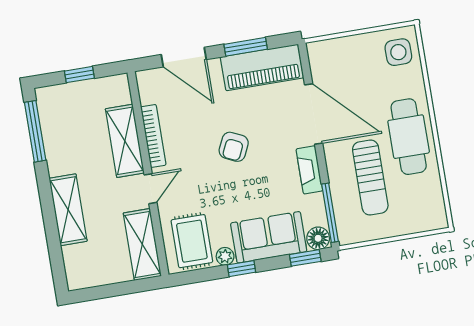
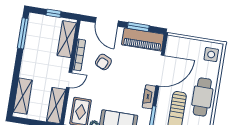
door: (314, 114) -> (160, 71), hinge flipped
shelving: (125, 141) -> (67, 39), moved
armchair: (234, 147) -> (103, 62), moved
shelving: (68, 210) -> (23, 96), moved

